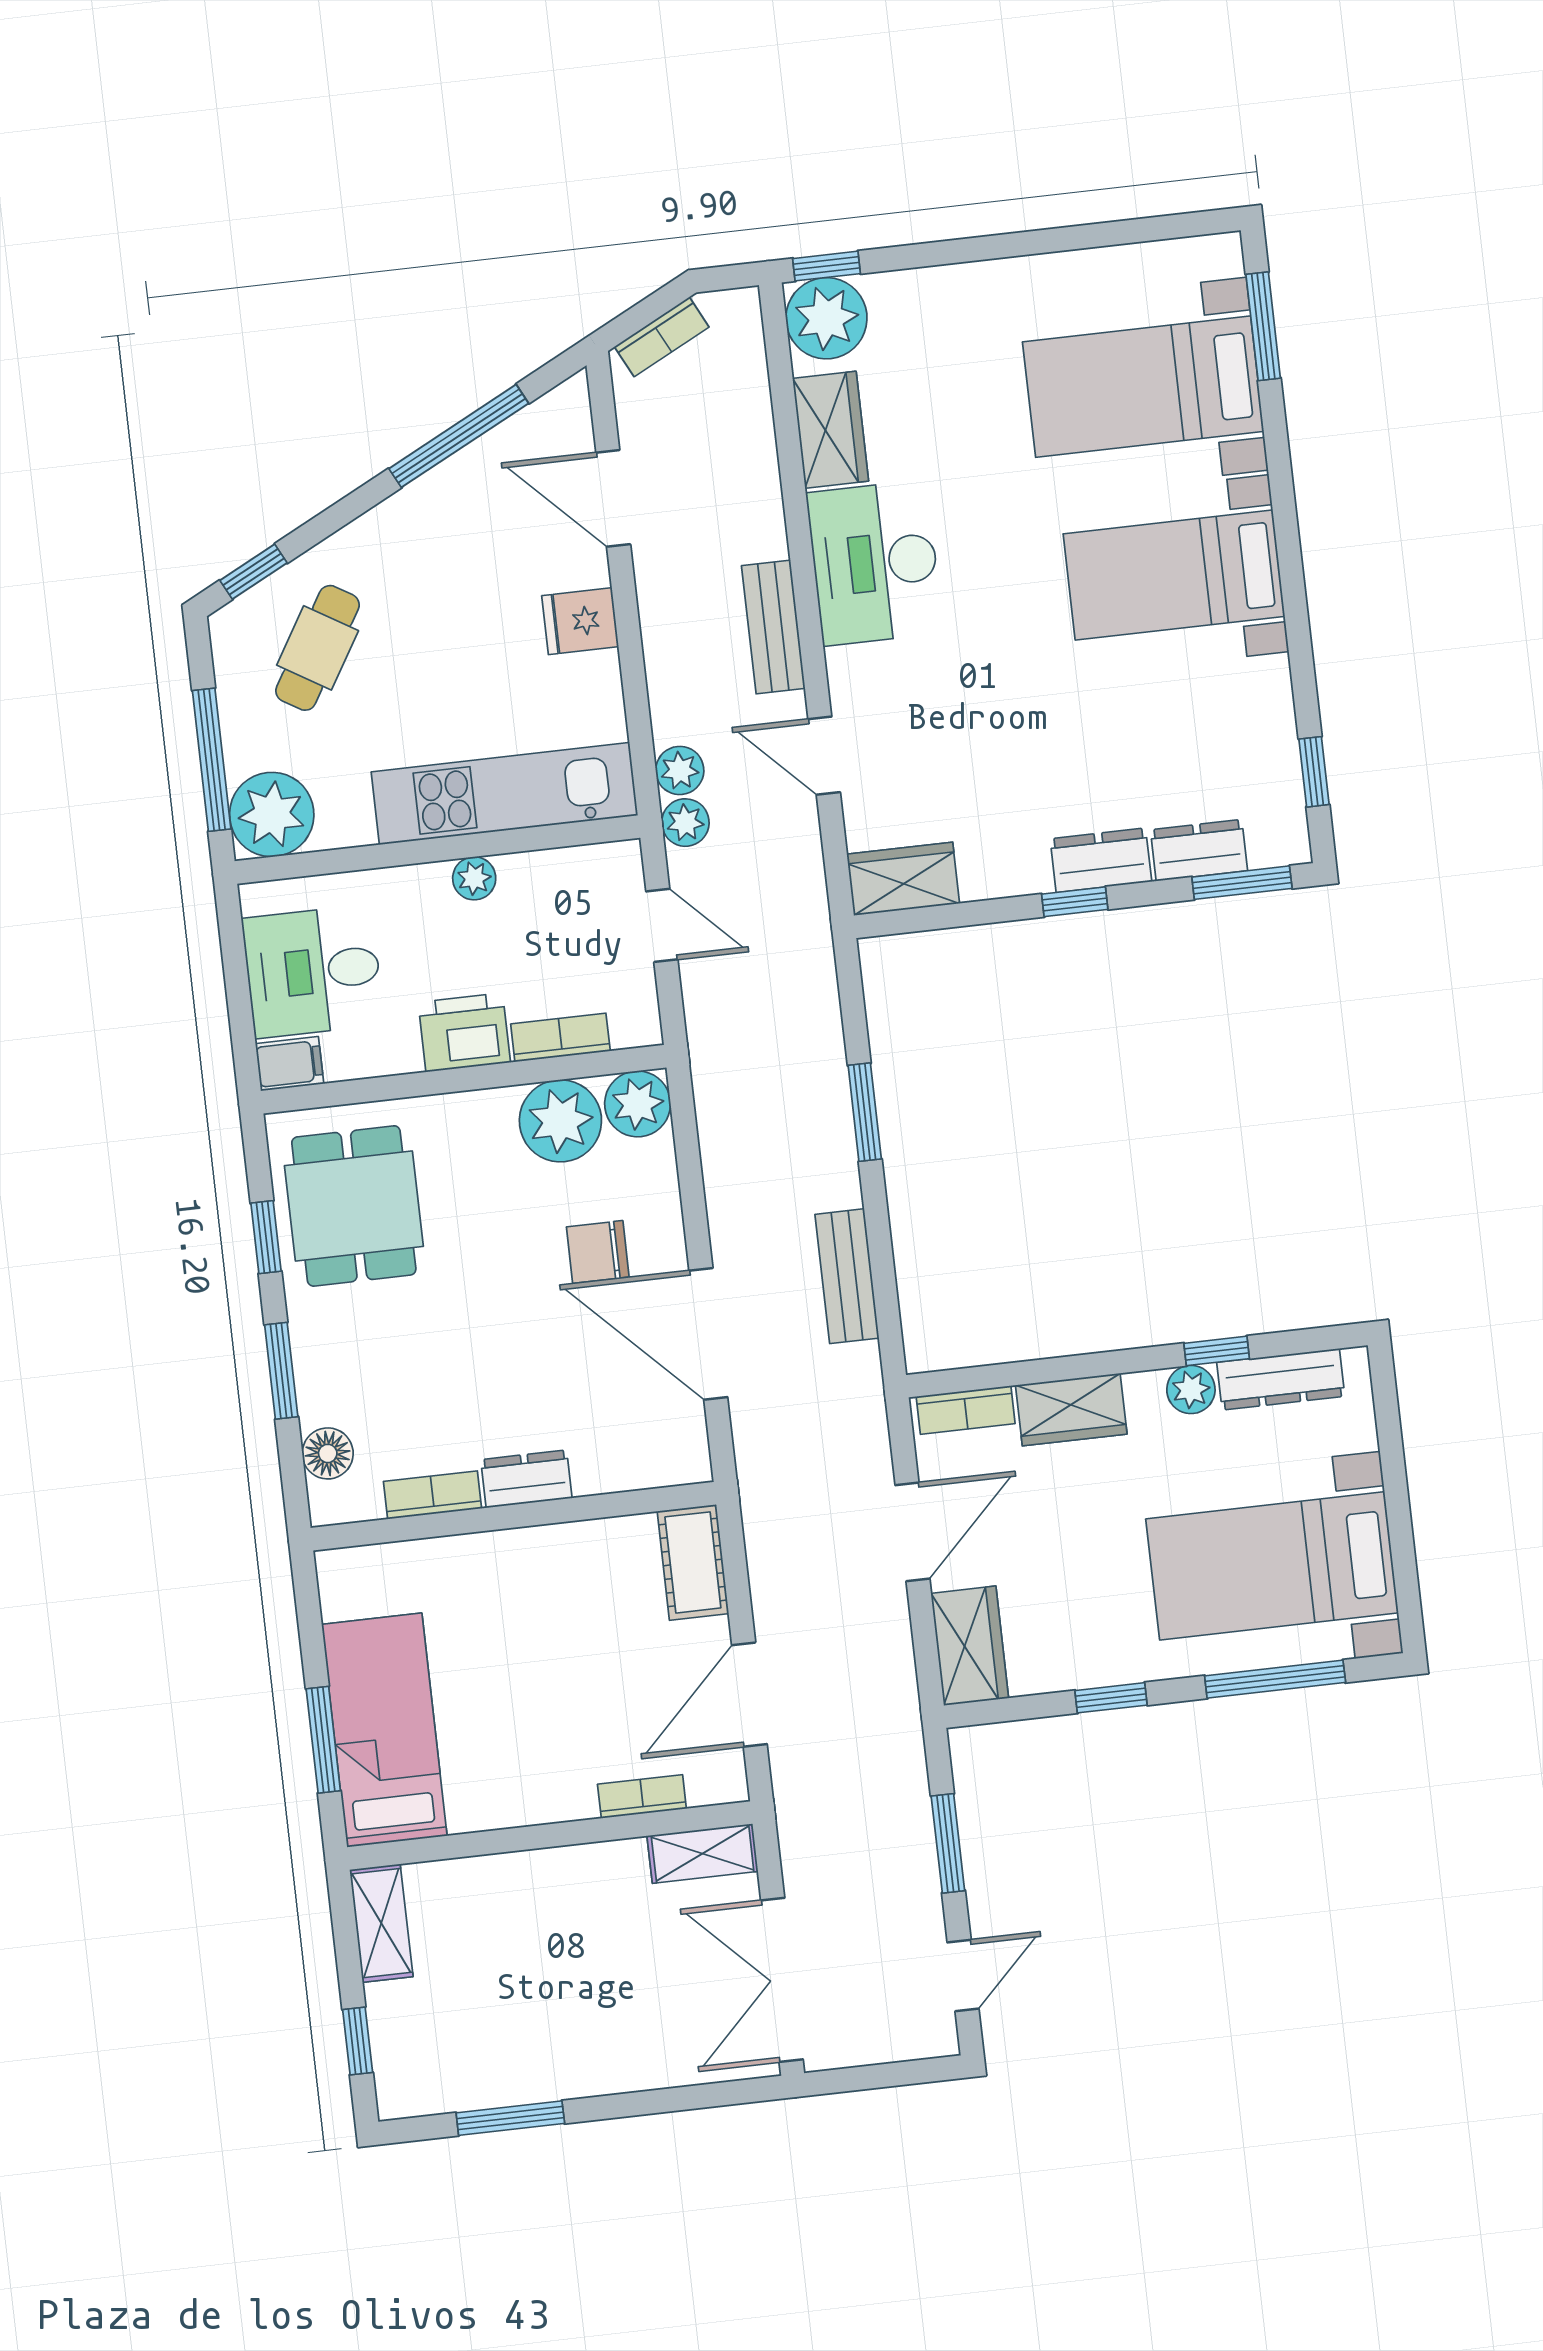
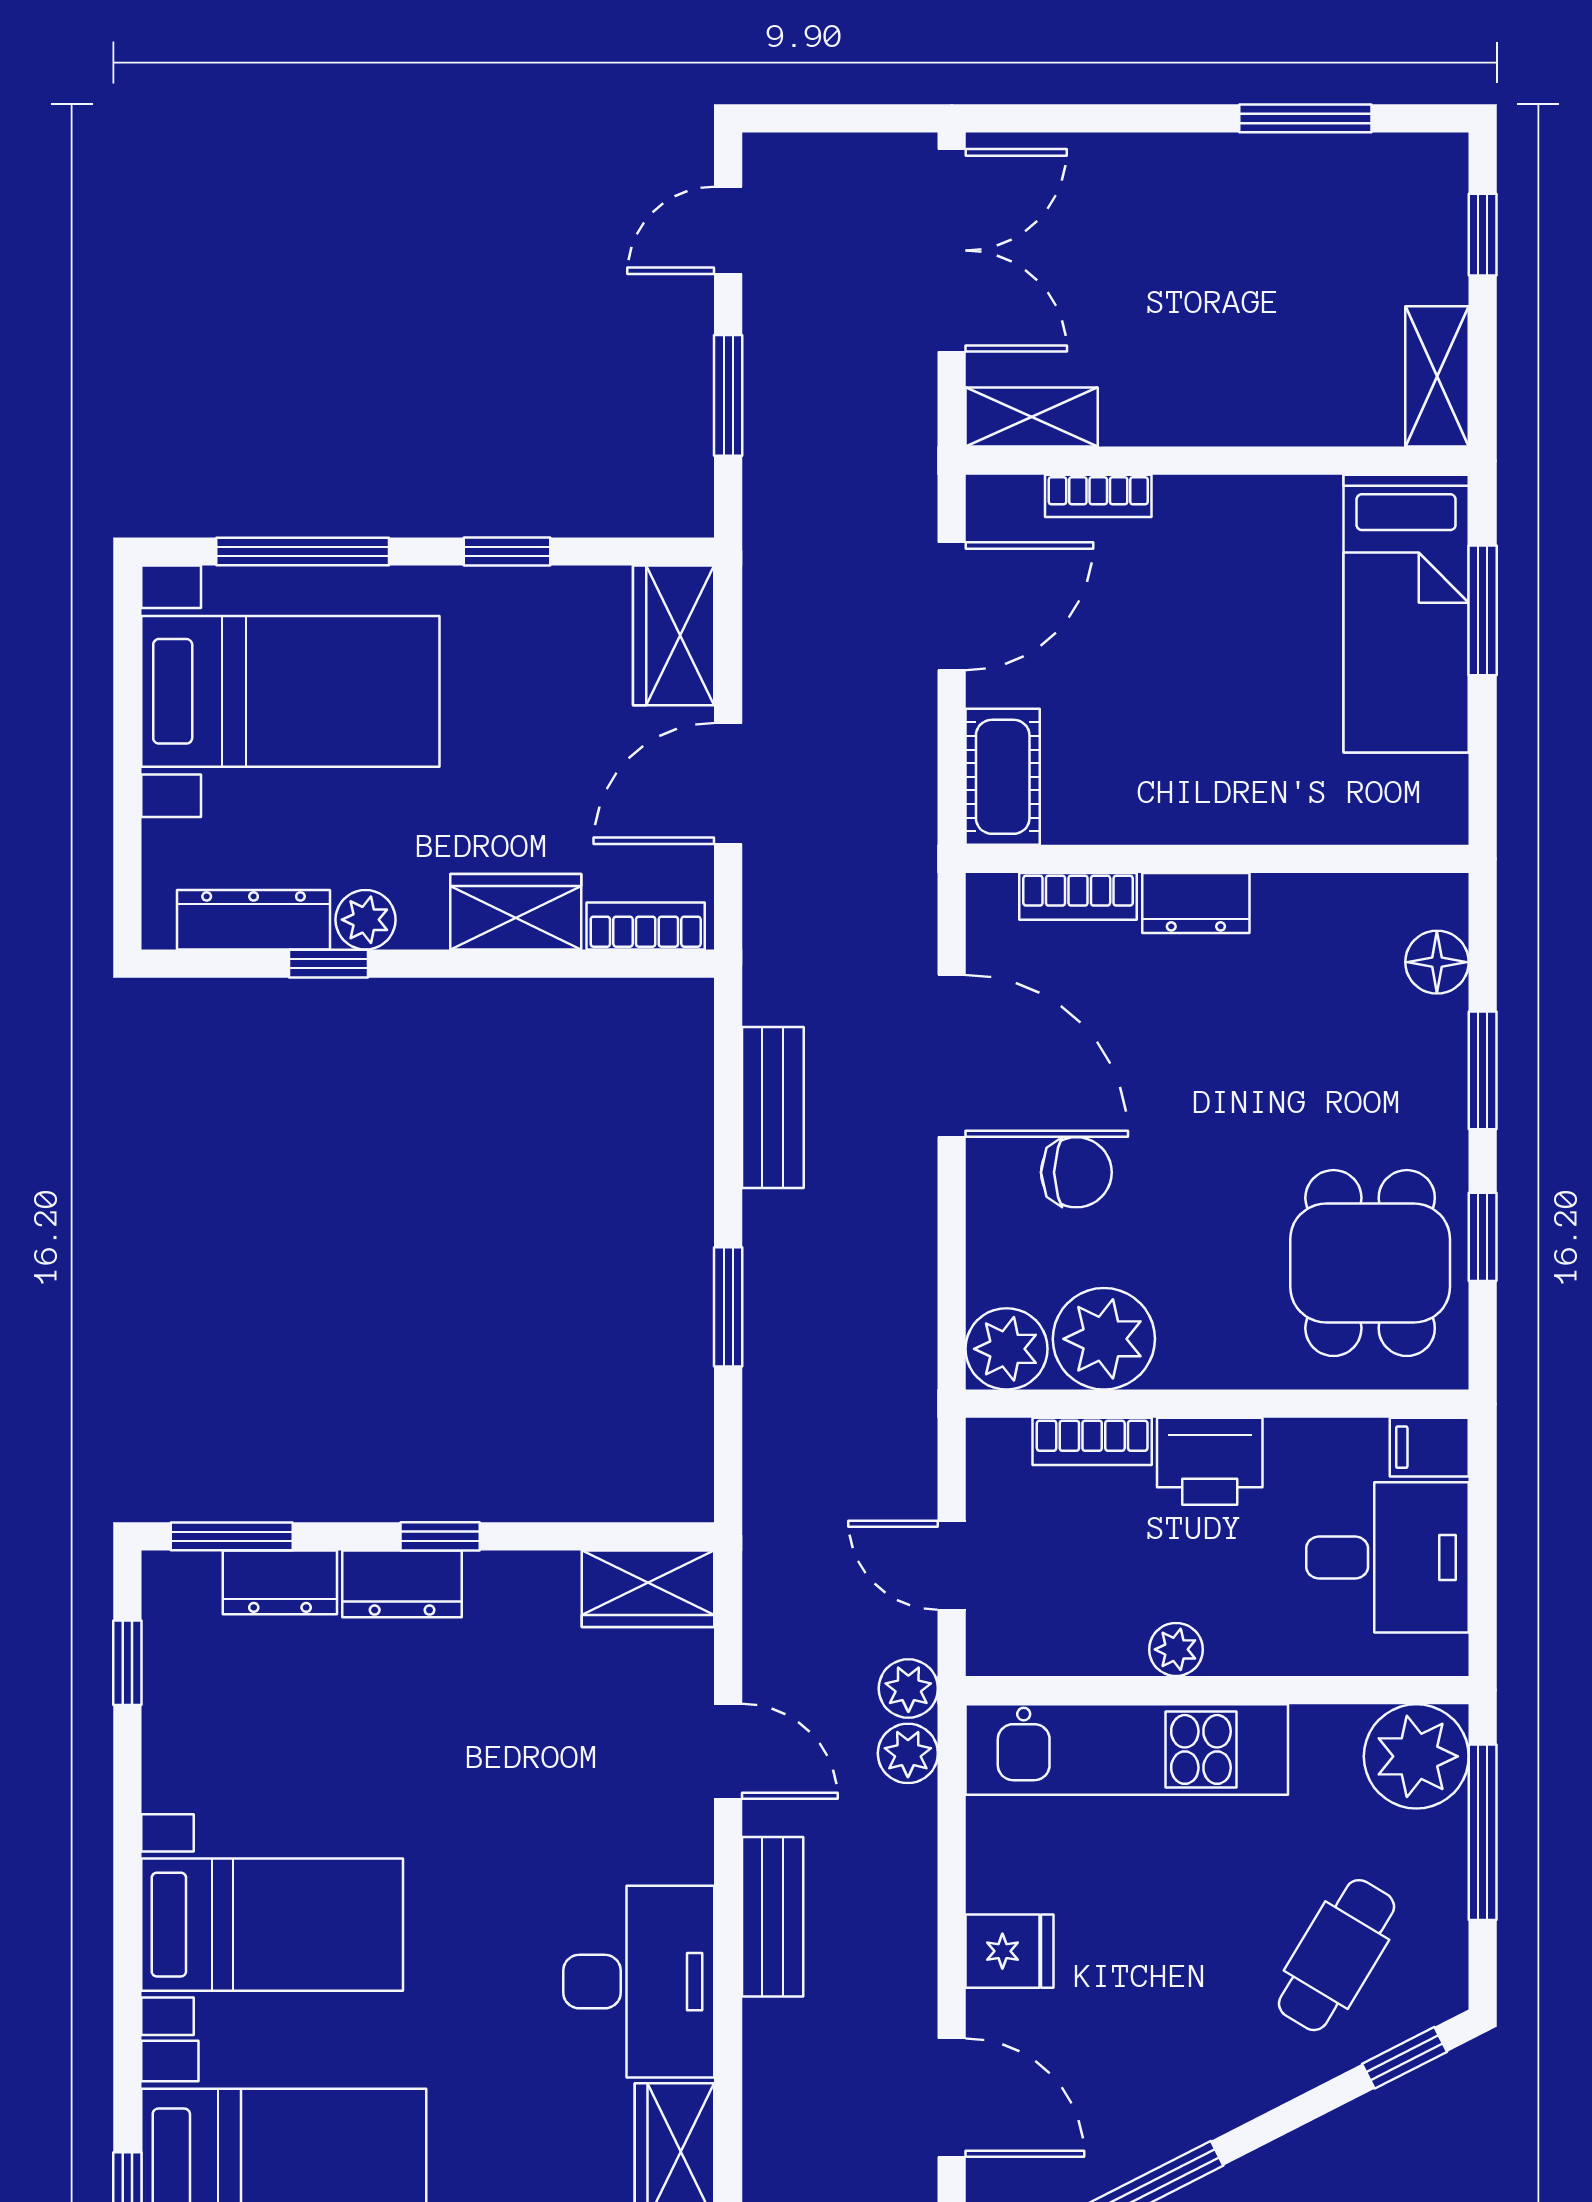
bookcase: (432, 1495) -> (1078, 896), moved

